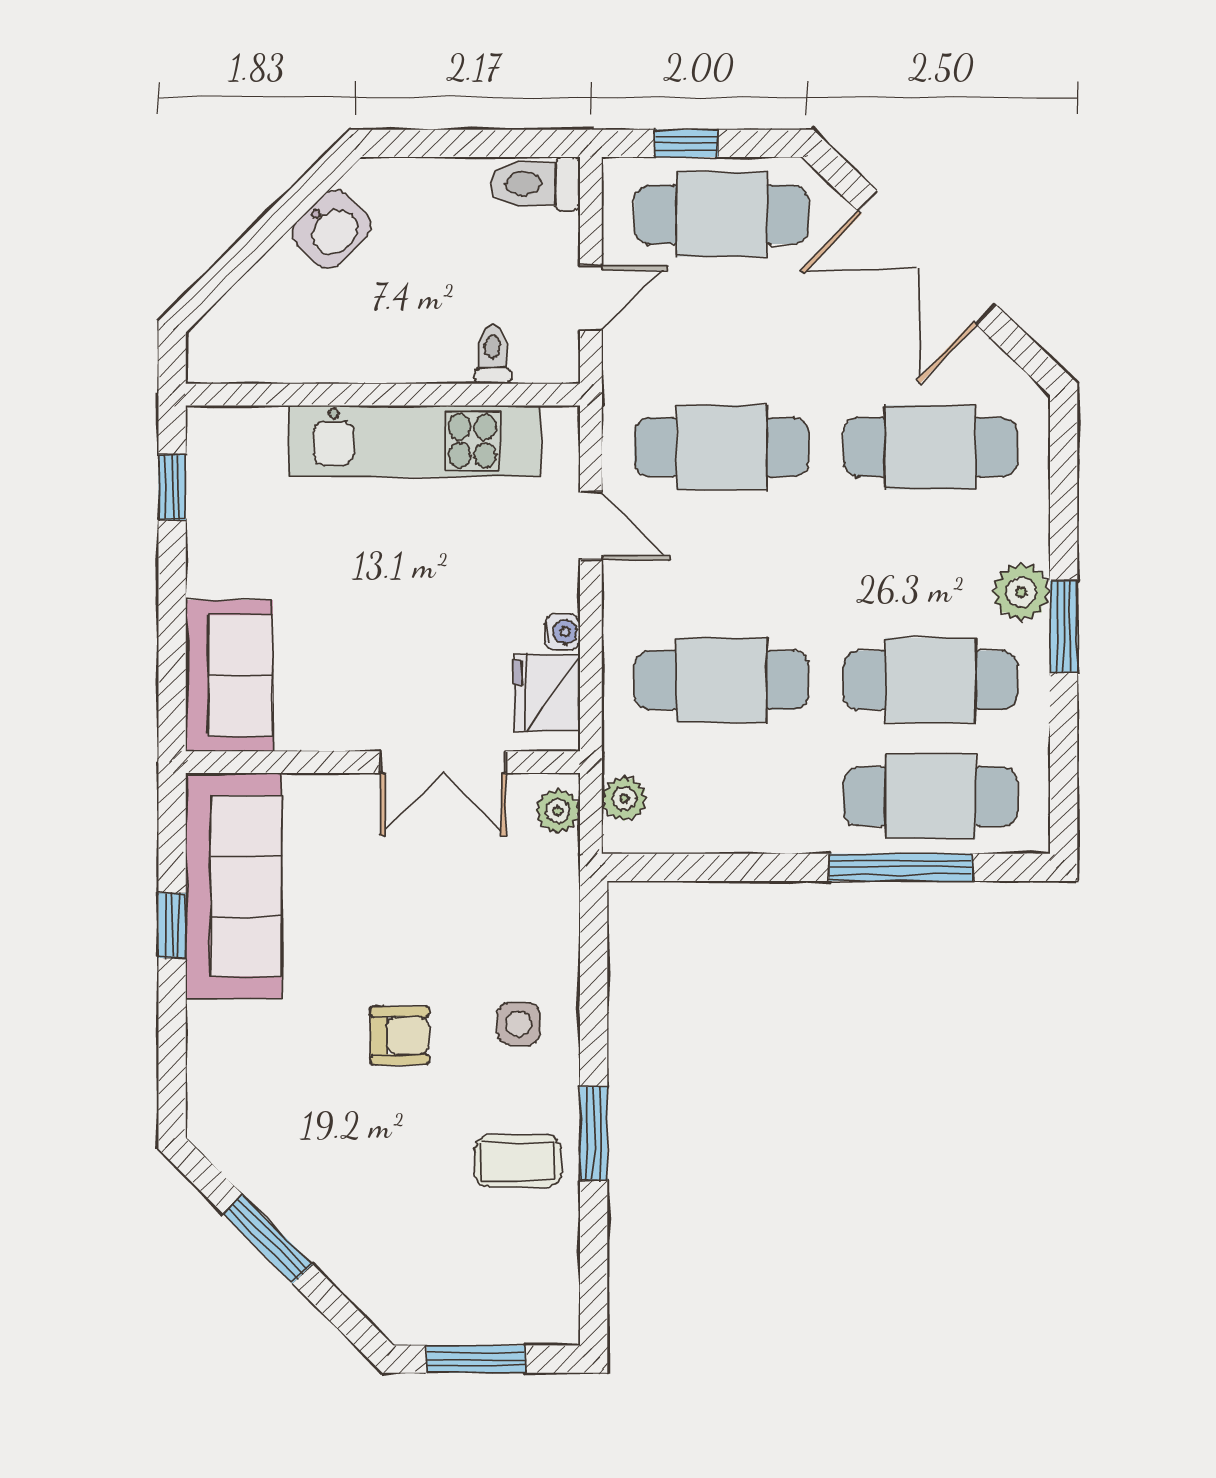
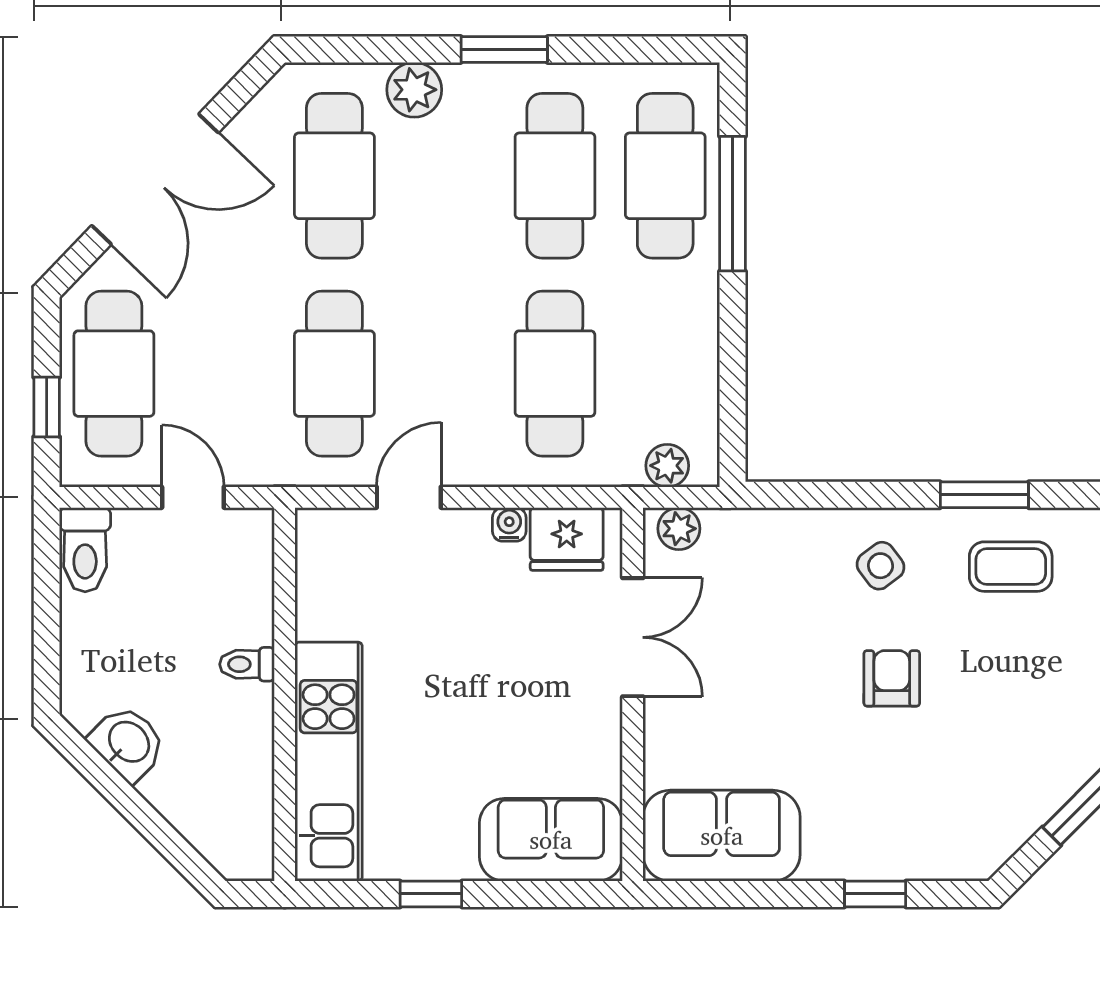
toilet: (493, 355) -> (247, 664), moved
kitchen unit: (414, 441) -> (329, 762), moved
window: (172, 487) -> (431, 894), moved
plant: (1021, 592) -> (414, 90), moved
sofa: (234, 886) -> (722, 836), width x0.73
window: (172, 926) -> (875, 894), moved
side table: (519, 1024) -> (881, 566), turned -37
coffee table: (518, 1161) -> (1011, 567), turned 90

